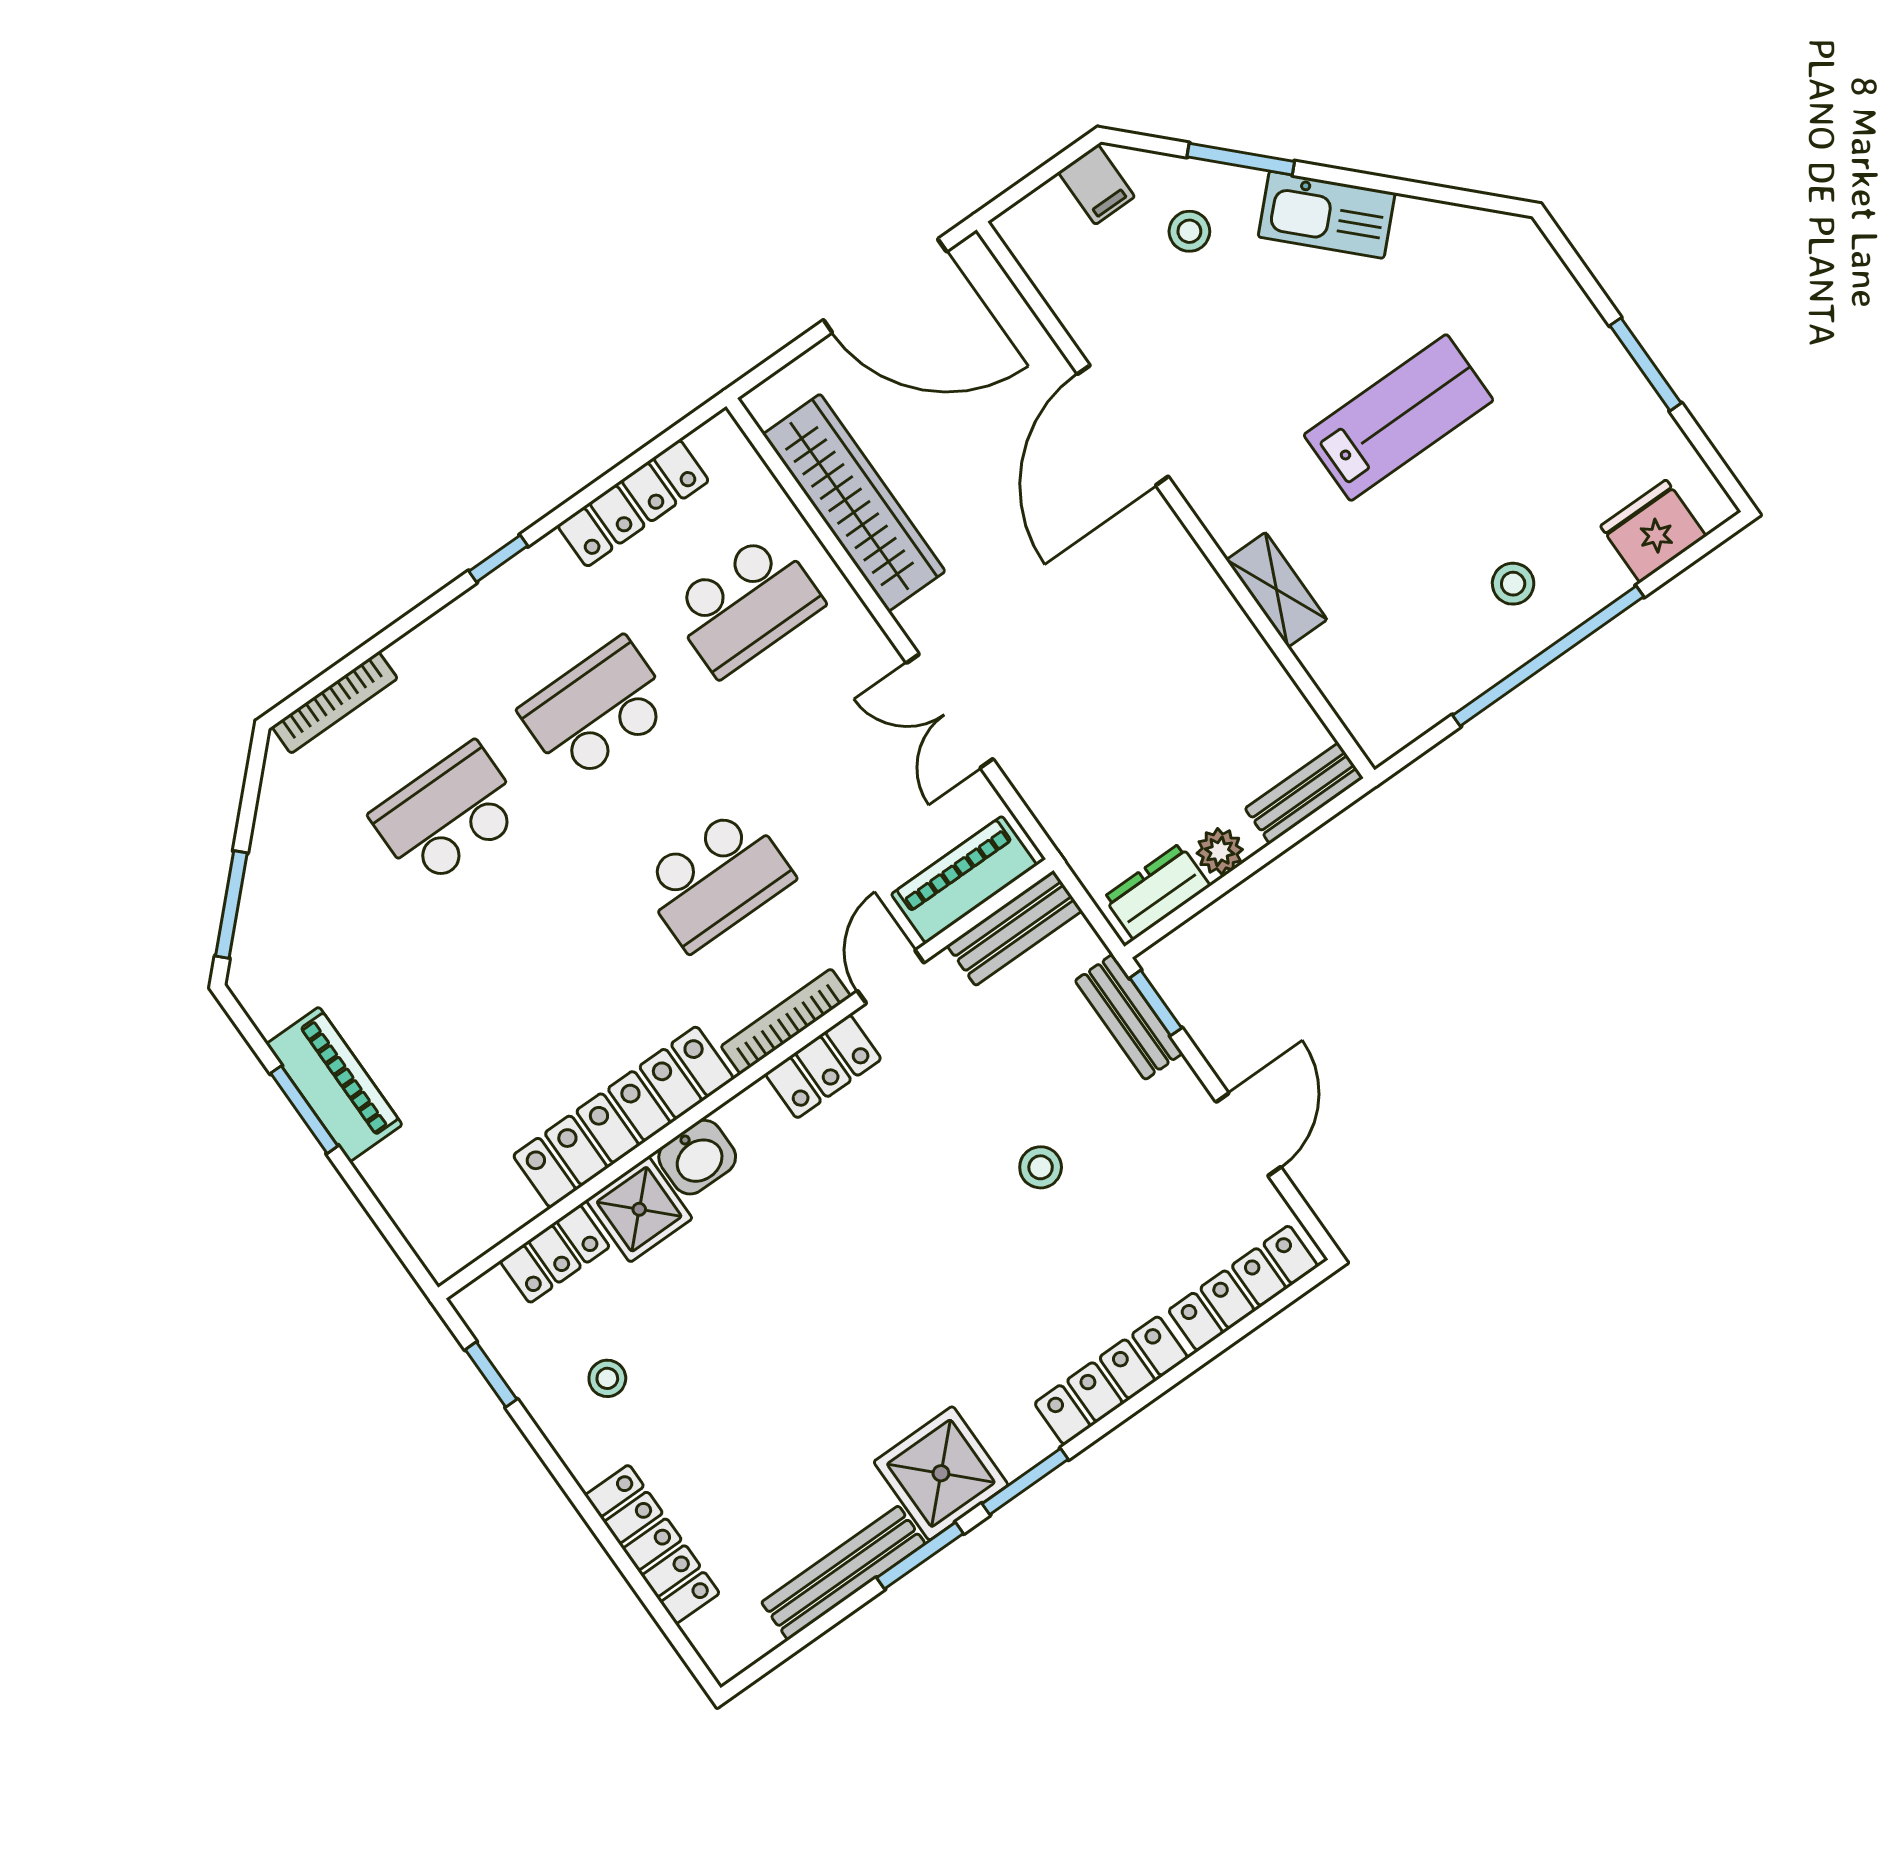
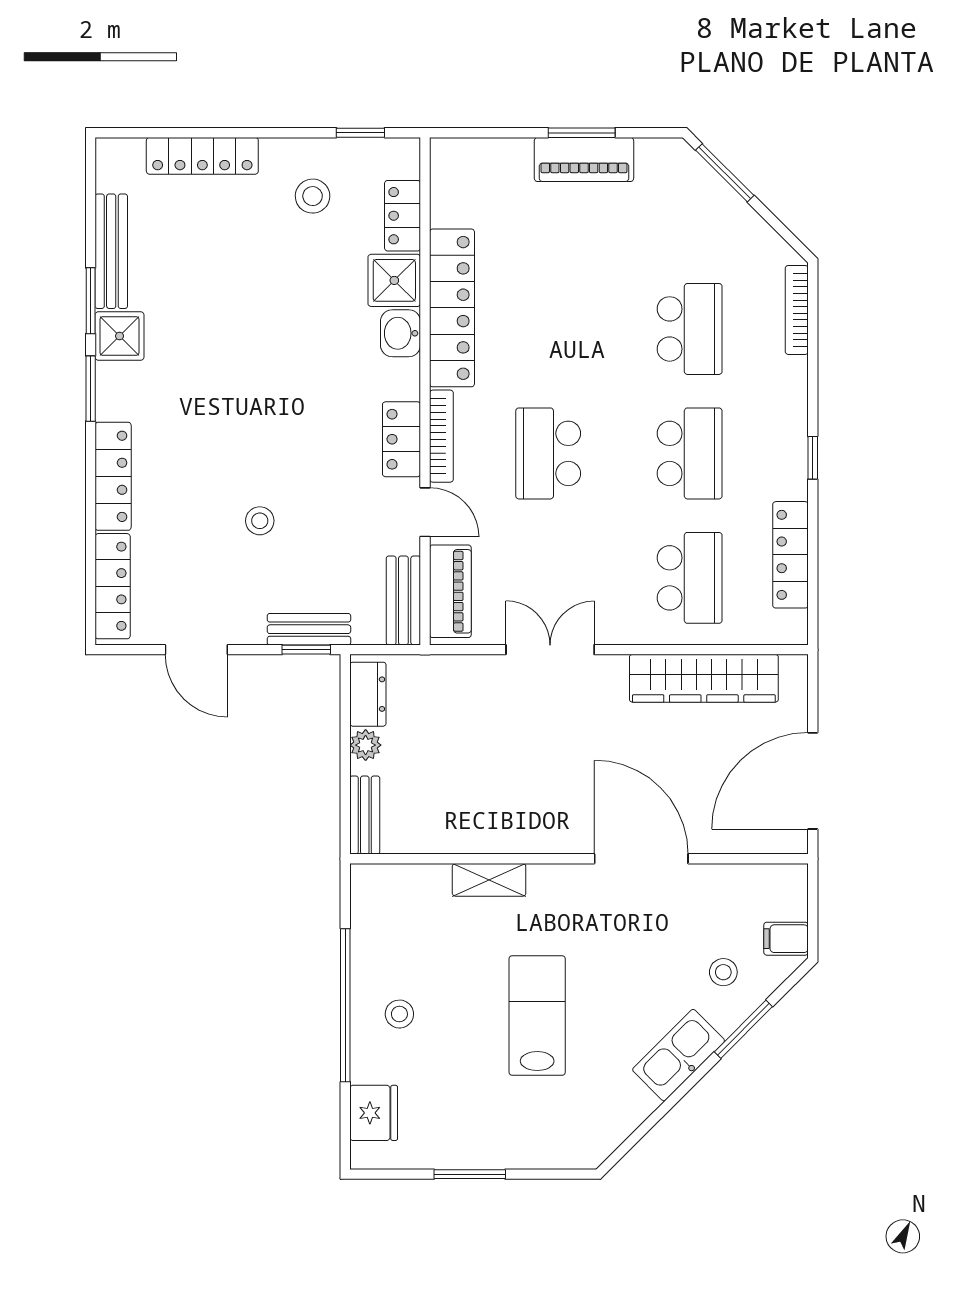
lab bench: (1399, 418) -> (537, 1016), turned 180
school desk: (746, 605) -> (690, 578), turned 180
stool: (607, 1378) -> (313, 196), width x1.37, depth x1.37
shower: (941, 1473) -> (119, 336), width x0.73, depth x0.73

